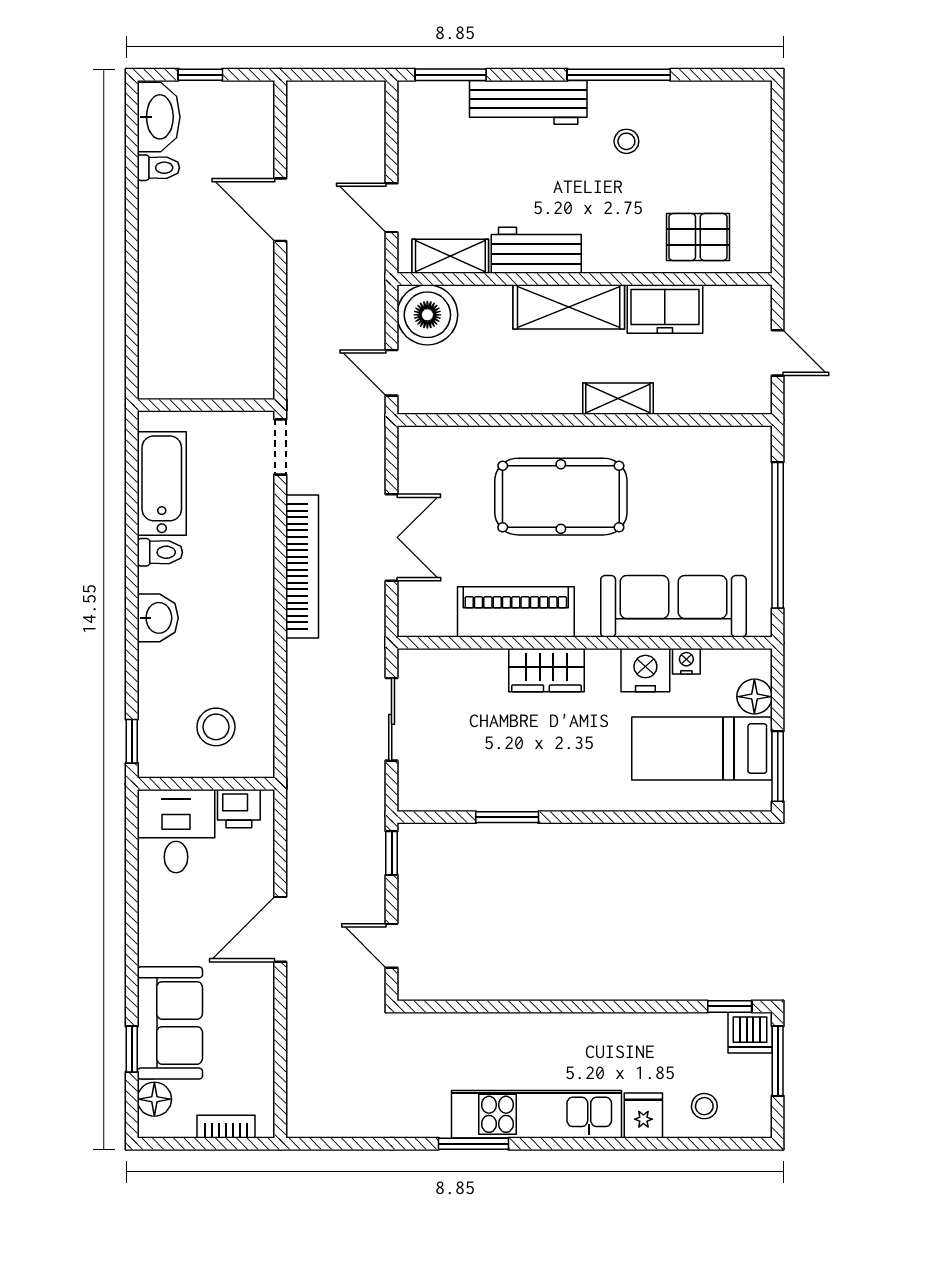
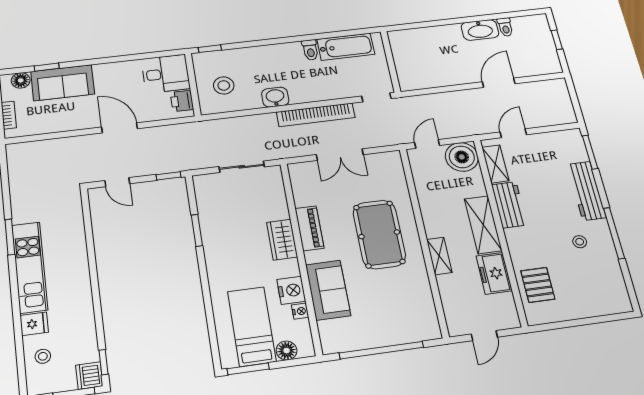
washbasin: (159, 117) -> (480, 30), moved
sofa: (673, 606) -> (328, 290), width x0.73
piano: (516, 612) -> (309, 228), width x0.73, depth x0.75
washbasin: (158, 618) -> (275, 97), moved, turned 180
door: (392, 946) -> (117, 182), swing flipped

